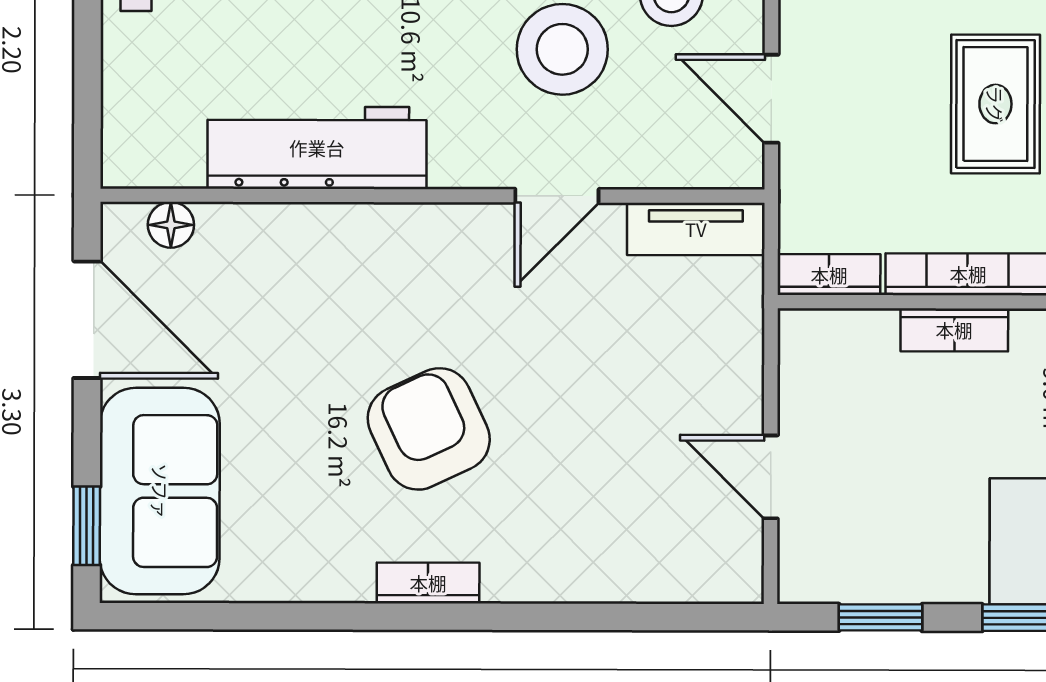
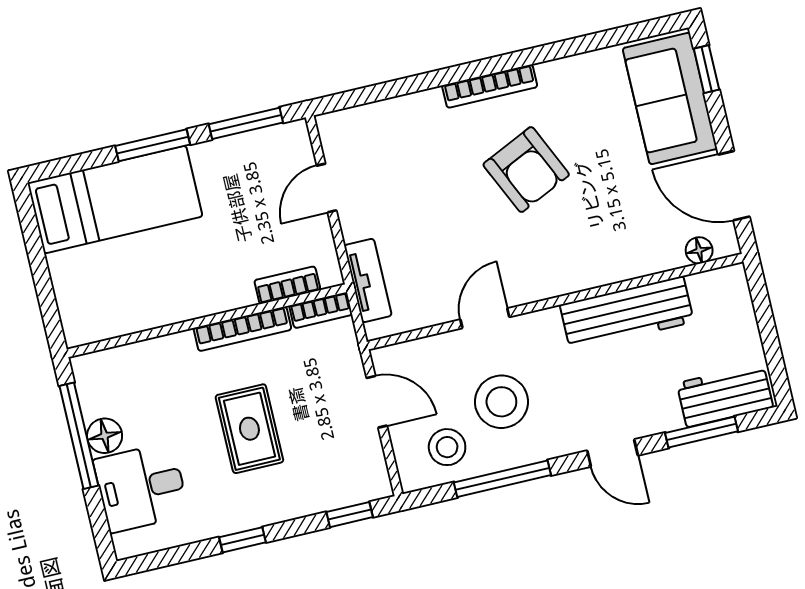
tv unit: (696, 229) -> (368, 281), moved, turned 90
bookcase: (954, 330) -> (287, 285), moved
door: (771, 477) -> (327, 188), swing flipped
bookcase: (428, 583) -> (490, 86), width x1.56
window: (881, 617) -> (246, 123), width x1.50

